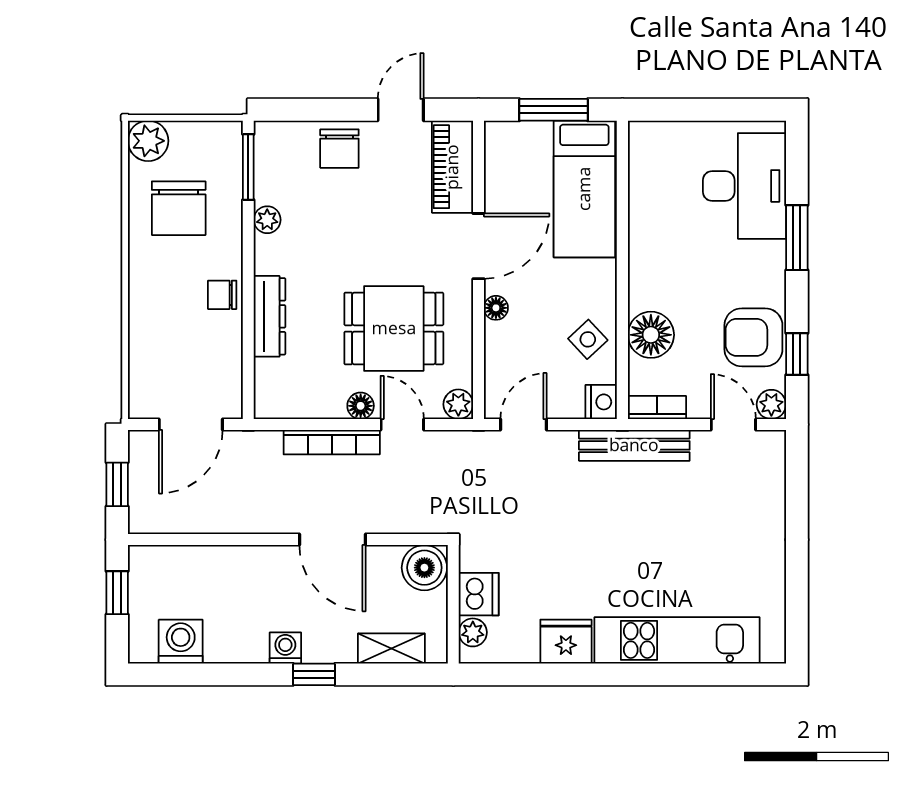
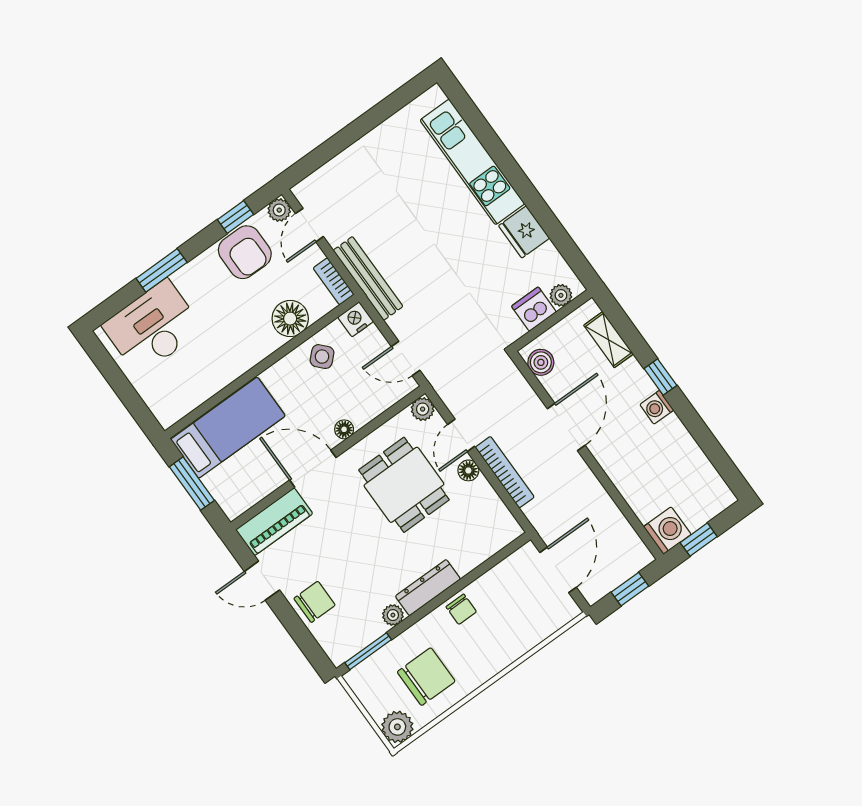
dresser: (270, 316) -> (428, 588), moved
door: (191, 424) -> (558, 570), hinge flipped
boiler: (424, 568) -> (541, 362), width x0.73, depth x0.73
washing machine: (181, 642) -> (667, 531), moved, turned 180

